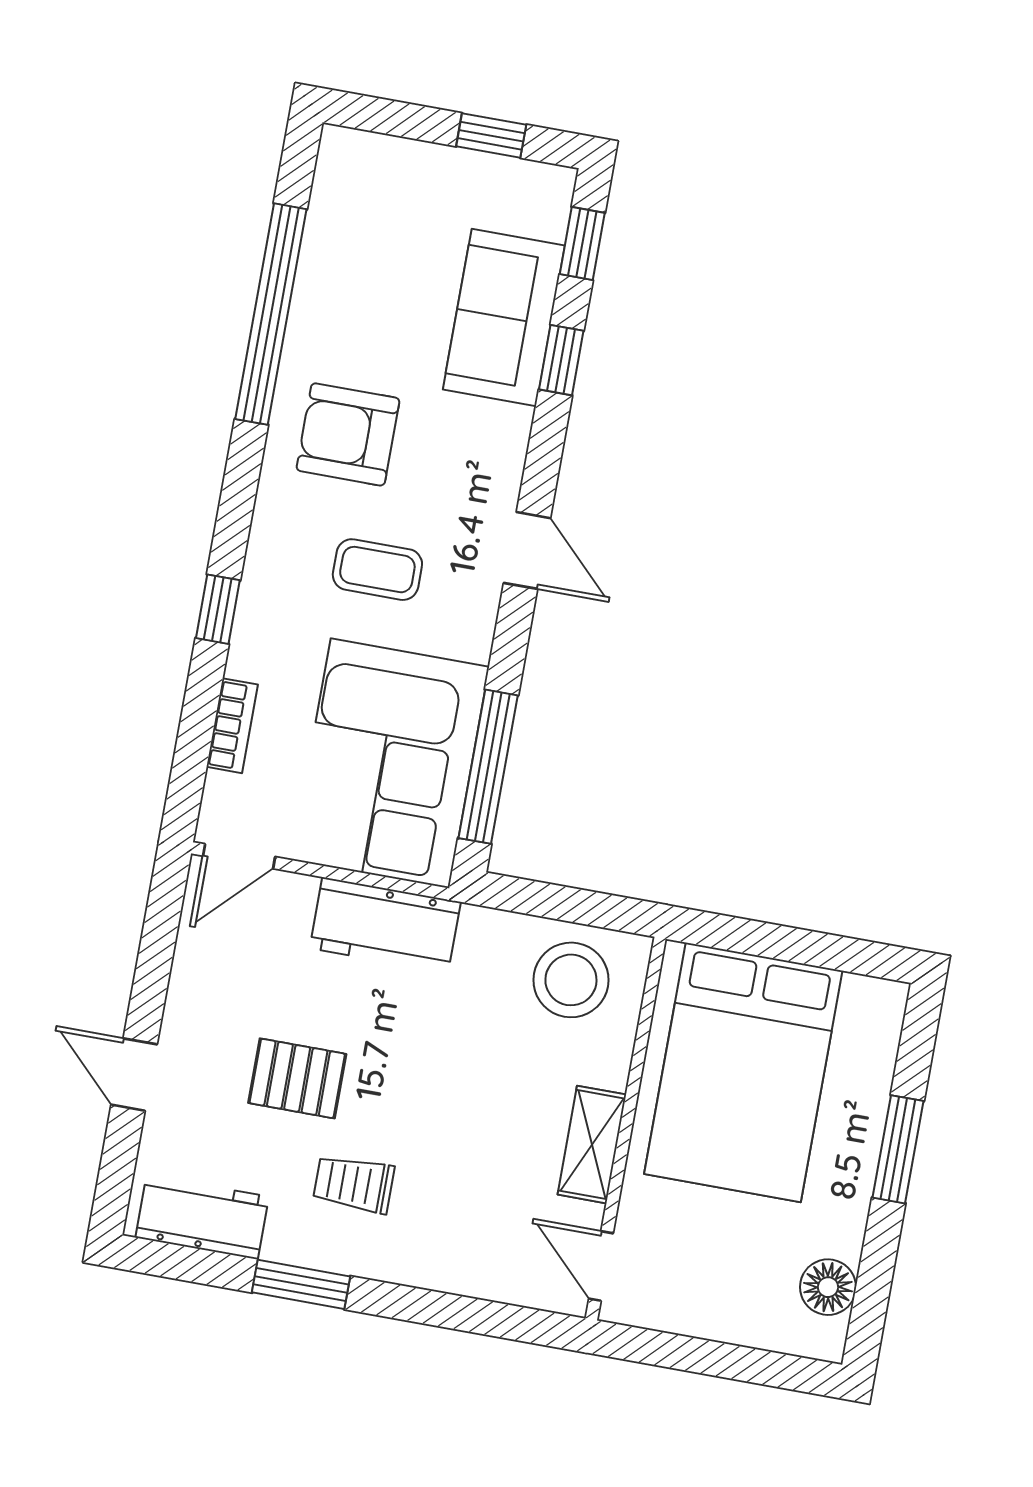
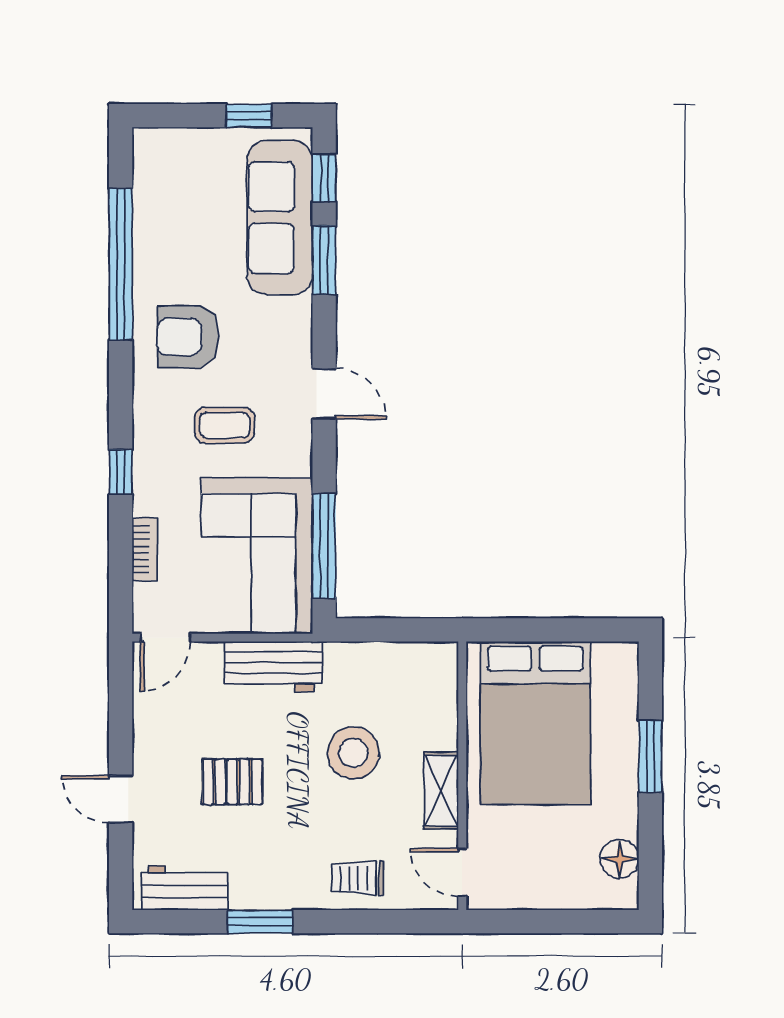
sofa: (504, 317) -> (280, 218), width x1.36
window: (561, 360) -> (324, 260), width x1.50
stool: (571, 980) -> (353, 753), moved
trolley: (354, 1184) -> (357, 878), moved

